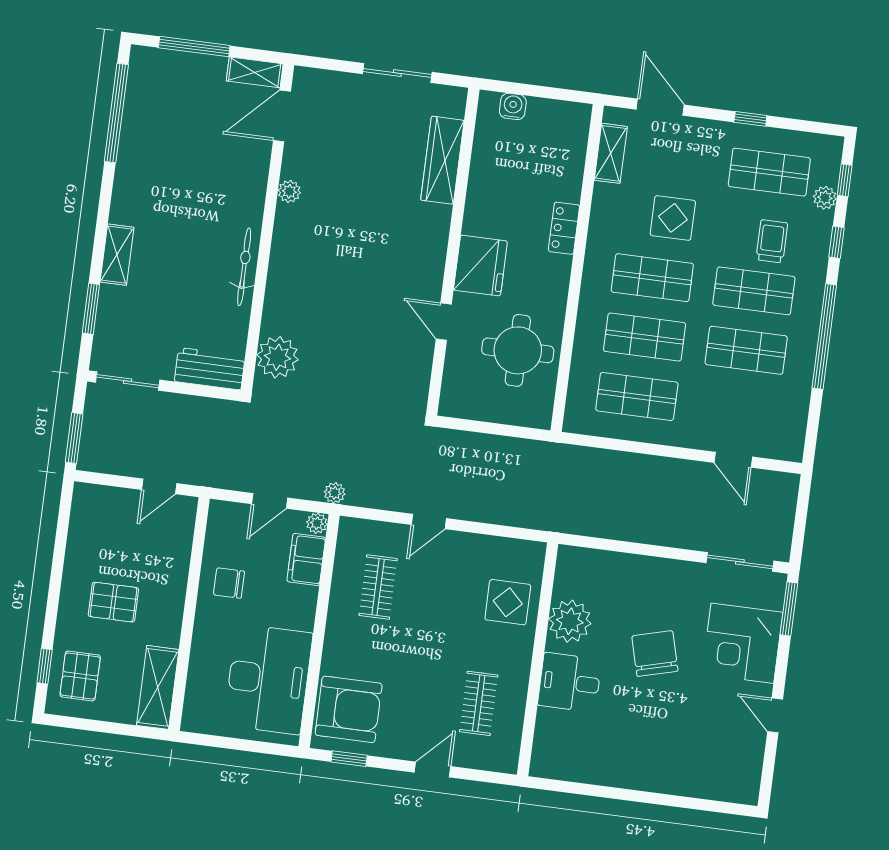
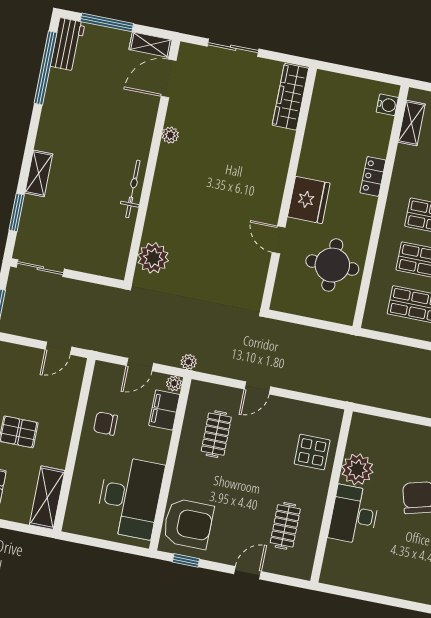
sliding door: (397, 73) -> (233, 48), moved
water cooler: (513, 106) -> (387, 105), moved, turned 90
wardrobe: (442, 160) -> (290, 97), moved
workbench: (210, 369) -> (68, 44), moved, turned 90
desk: (570, 682) -> (354, 515), width x1.37

